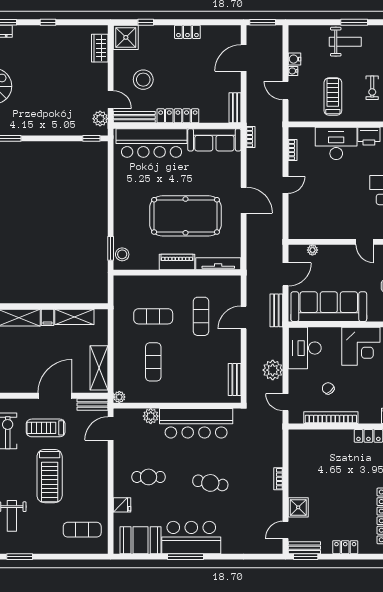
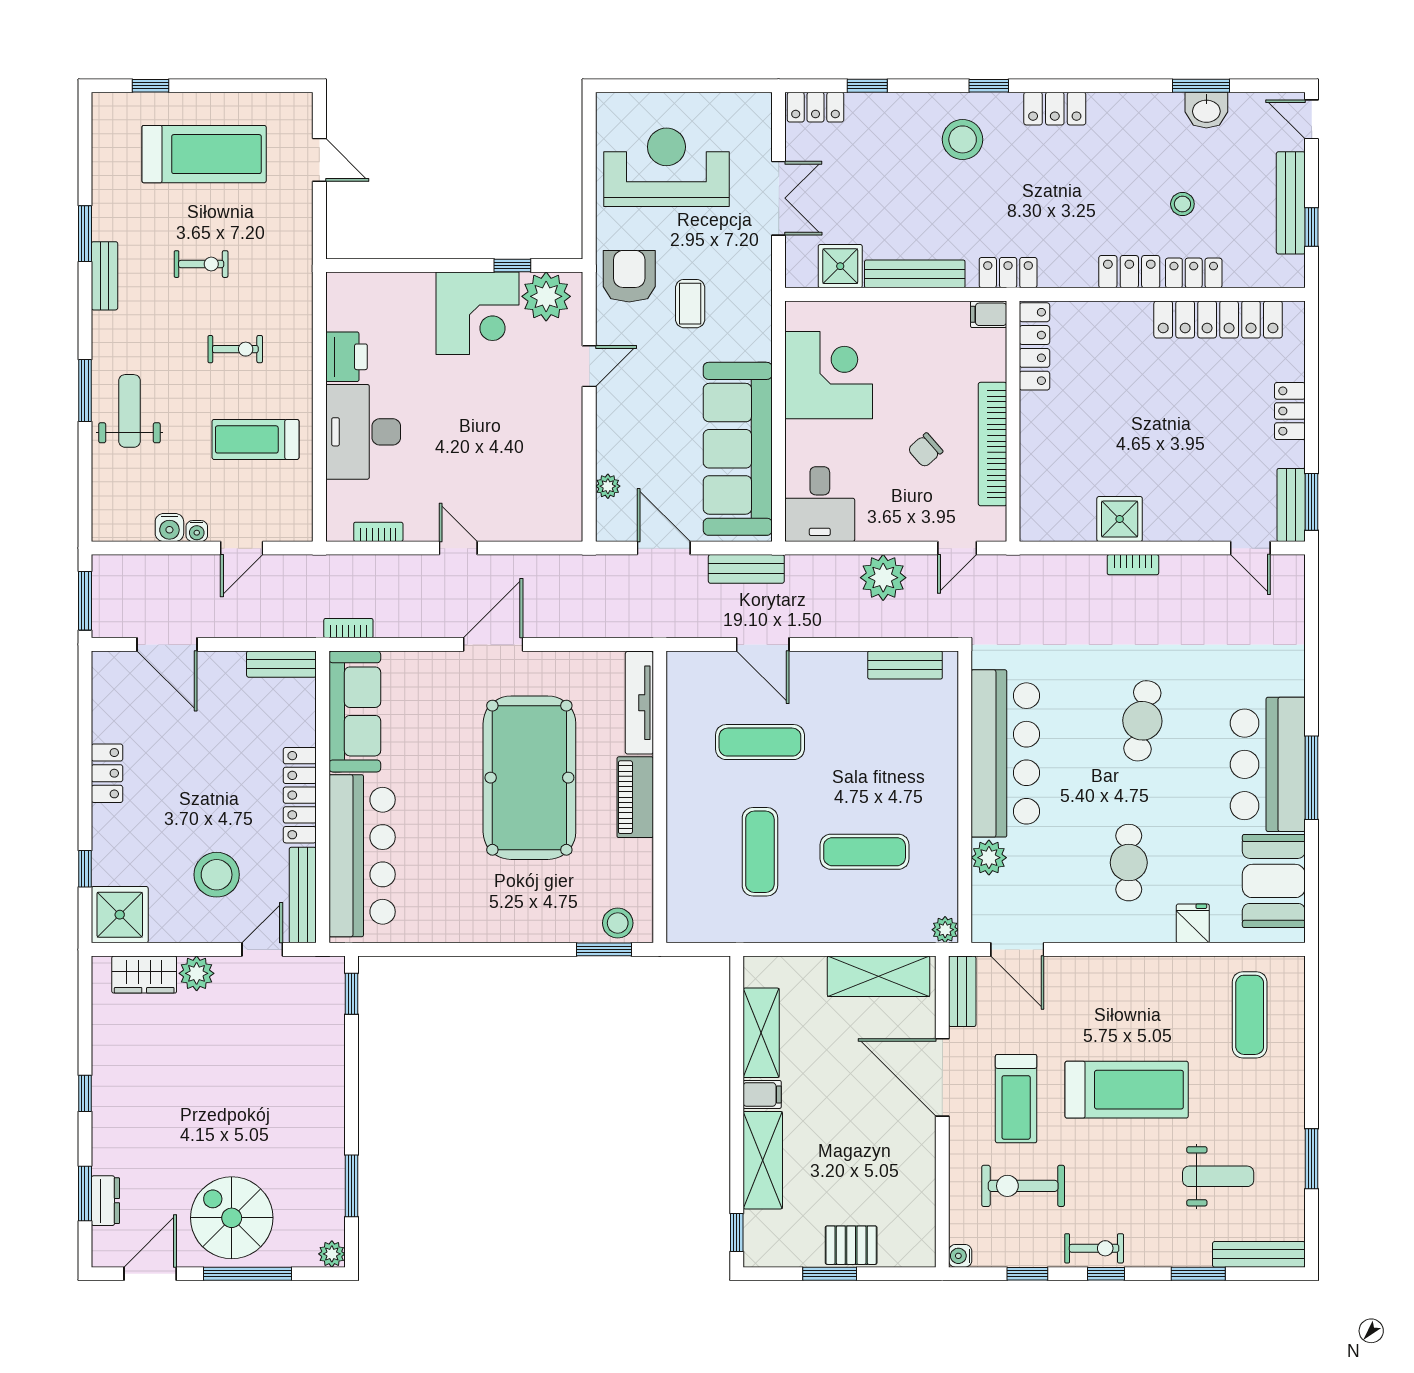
plant: (100, 119) -> (197, 973), moved
desk: (305, 348) -> (820, 504), width x0.73
shower: (298, 507) -> (1120, 519), moved

